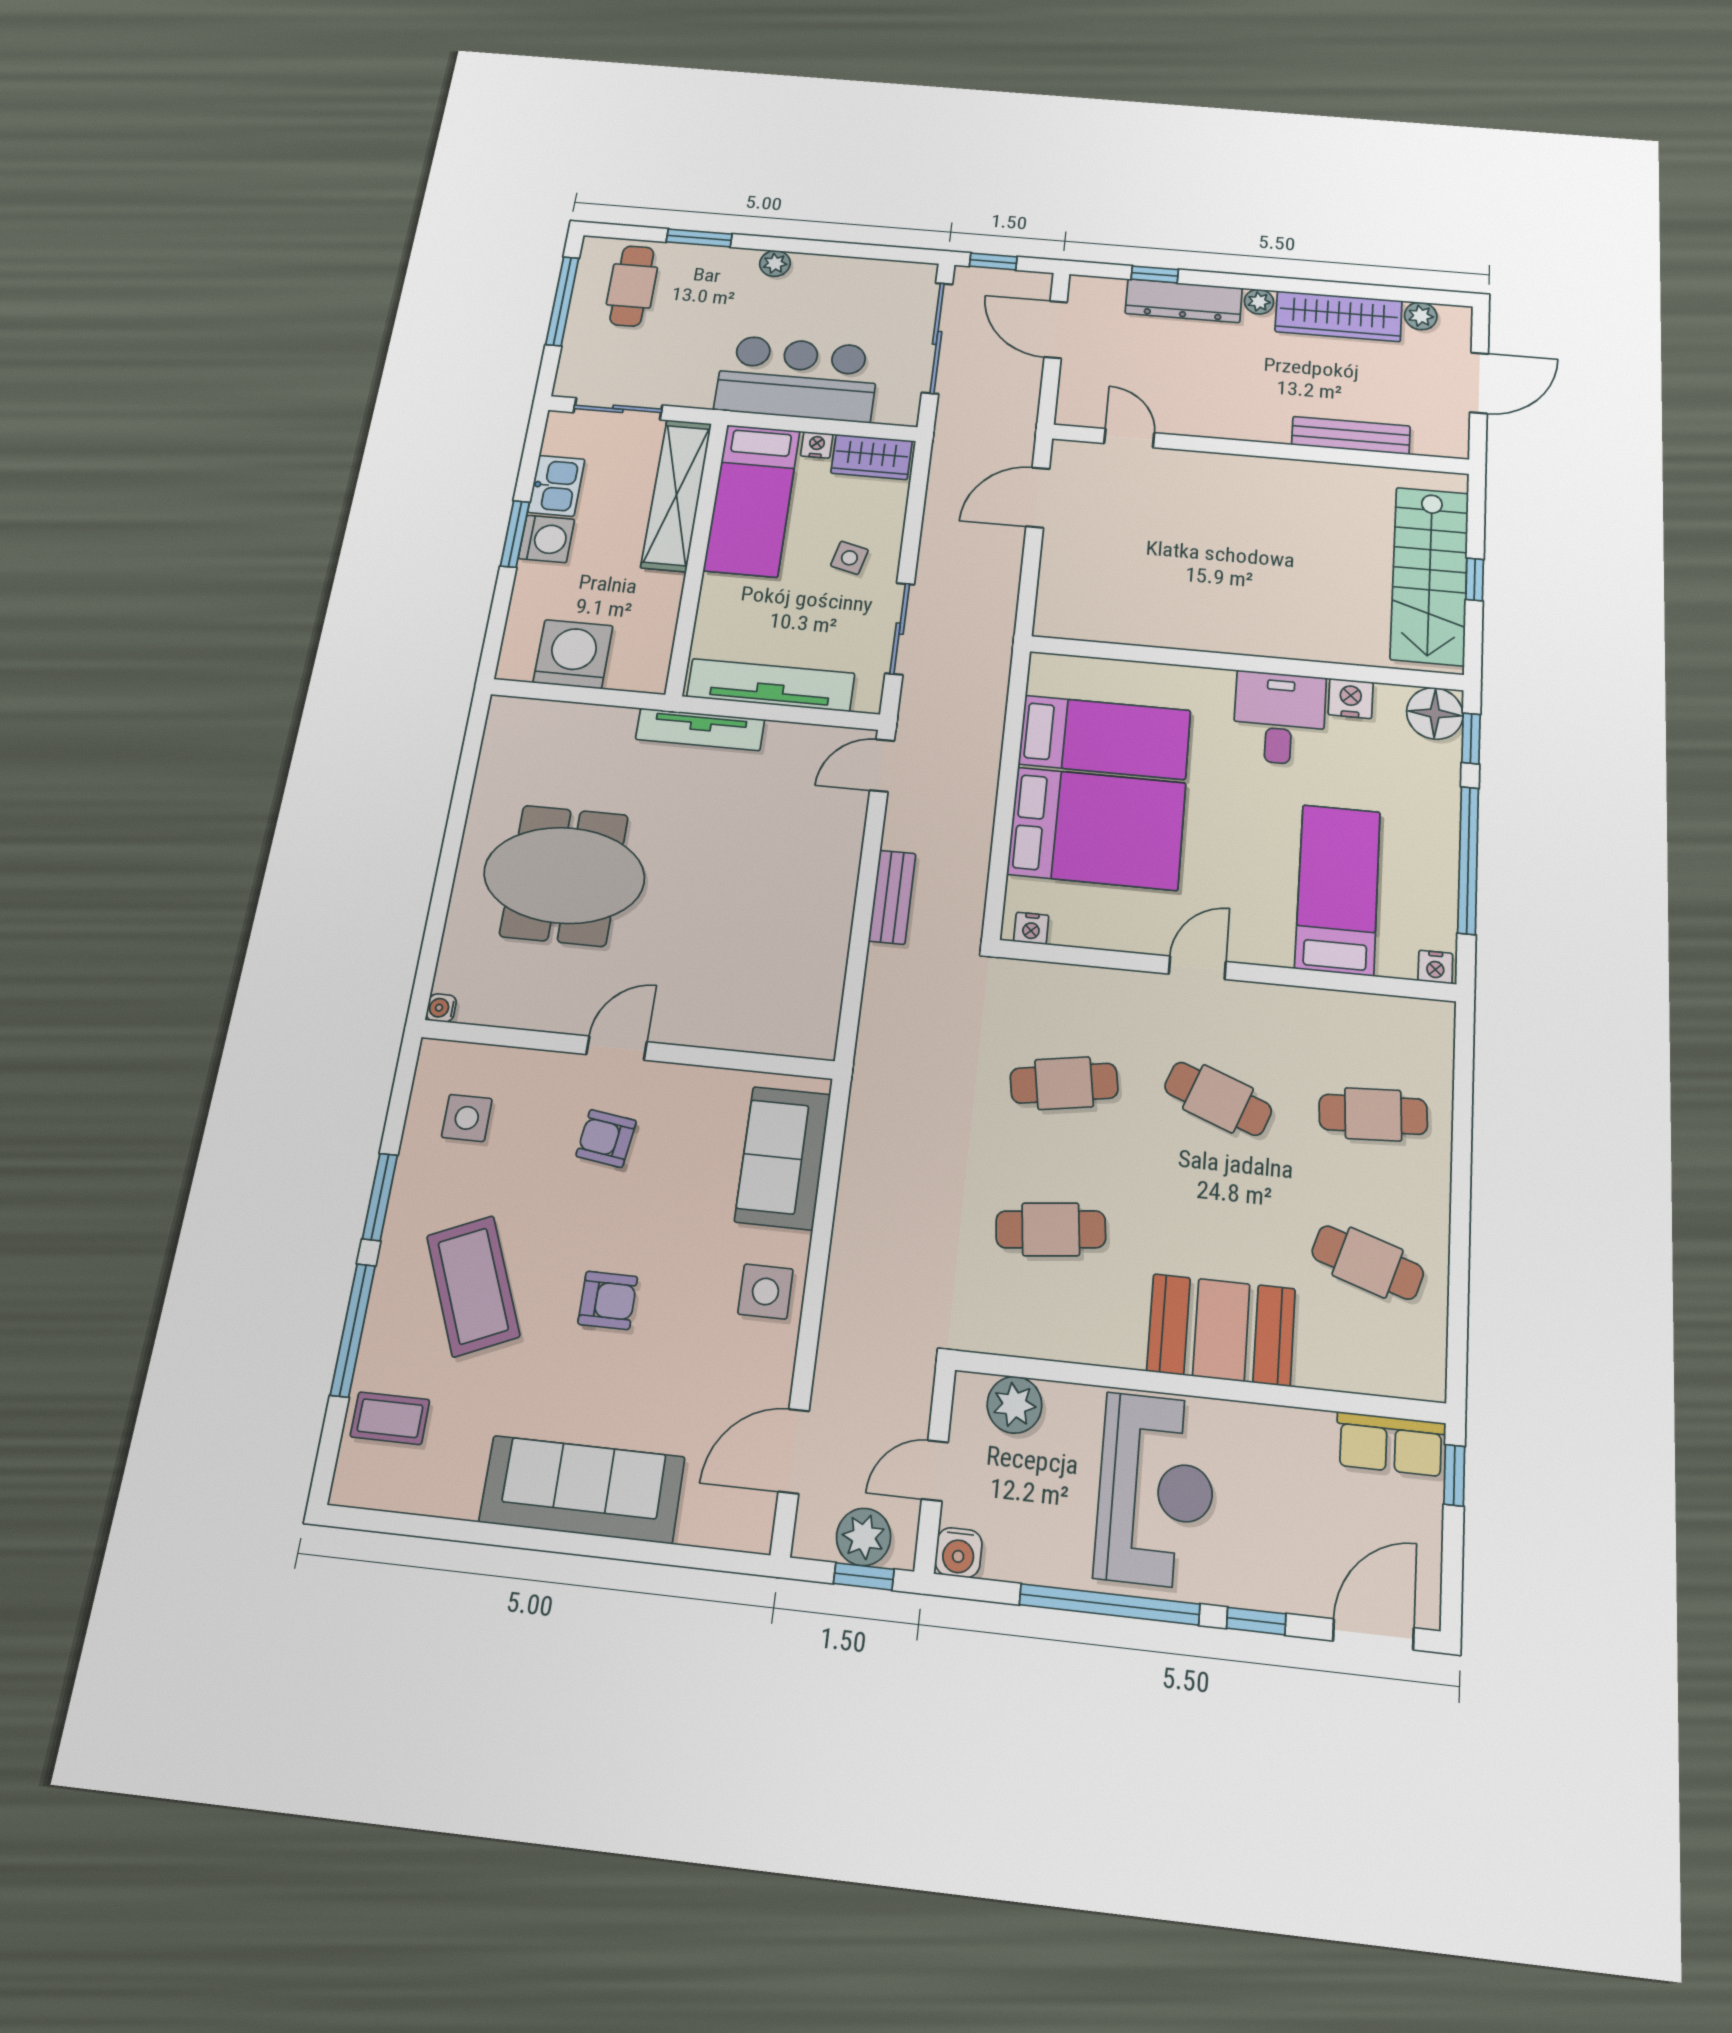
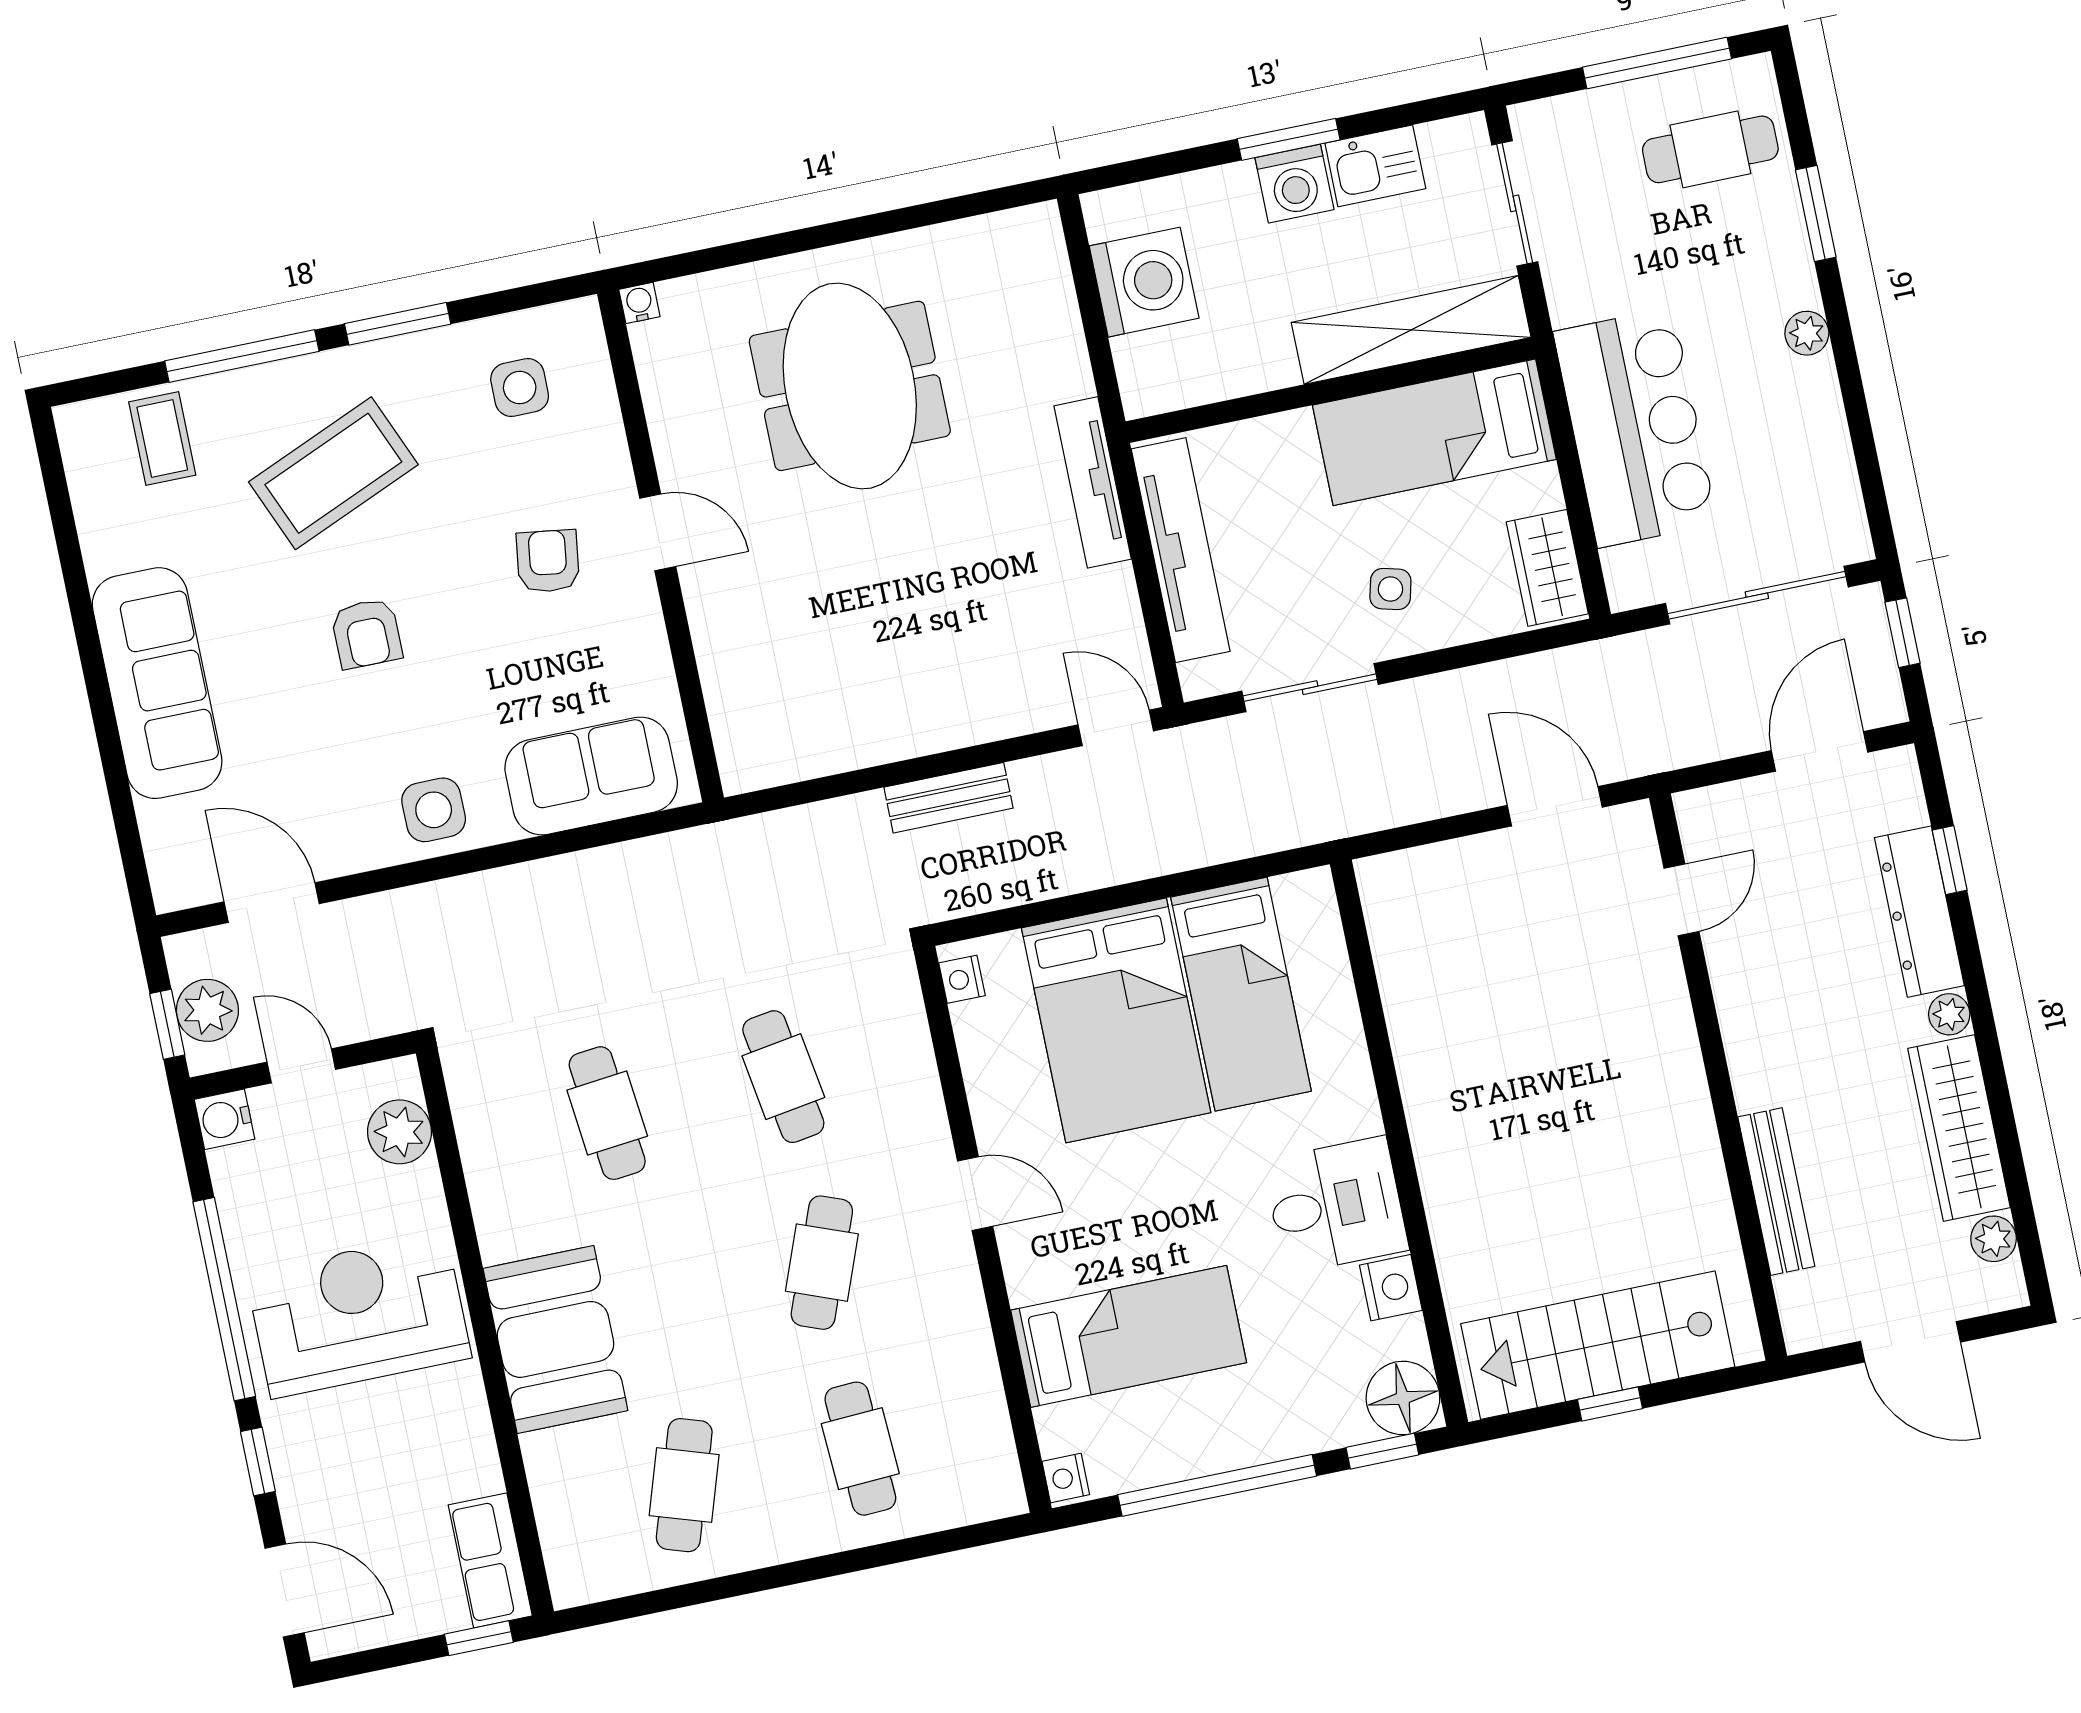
nightstand: (817, 445) -> (1543, 489), removed
reception desk: (1156, 1490) -> (358, 1315), turned 180

